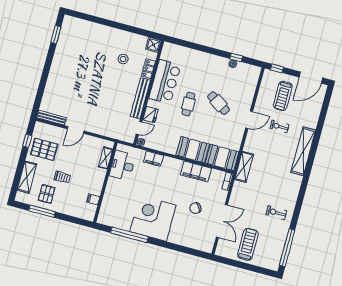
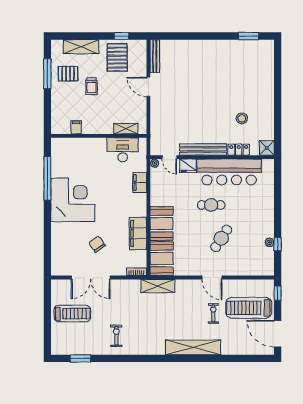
bar counter: (165, 82) -> (229, 172), width x1.36
treadmill: (283, 96) -> (249, 308), width x1.37, depth x1.38
window: (287, 248) -> (80, 358), width x0.47

